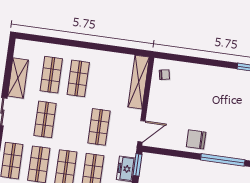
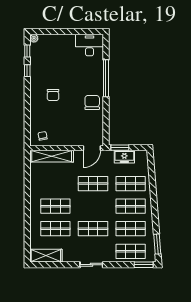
shelving: (18, 78) -> (46, 256), moved
chair: (211, 94) -> (53, 95), added
door: (141, 131) -> (92, 148), swing flipped
chair: (196, 139) -> (92, 102), turned 180

